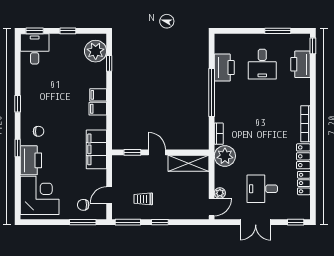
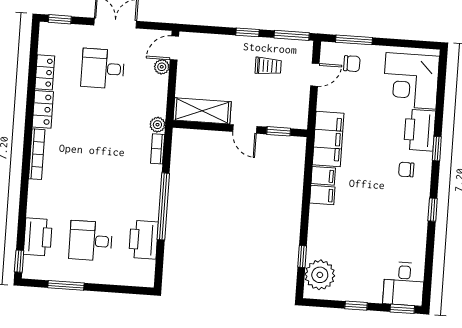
desk: (262, 64) -> (91, 241), turned -90
filing cabinet: (98, 95) -> (323, 176), moved
plant: (225, 156) -> (157, 125), width x0.53, depth x0.53
desk: (262, 189) -> (103, 69), turned 180

